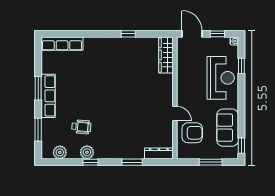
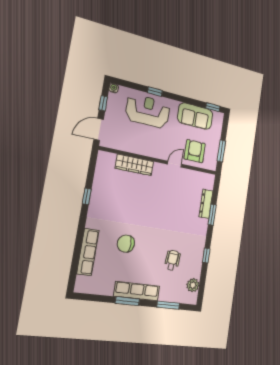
row of seats: (62, 44) -> (88, 252), moved
wardrobe: (166, 55) -> (134, 165), moved
window: (241, 66) -> (155, 92), moved
chair: (91, 78) -> (126, 244), added
plant: (87, 152) -> (197, 258), removed
dresser: (159, 154) -> (206, 204), moved
window: (211, 162) -> (221, 151), moved

